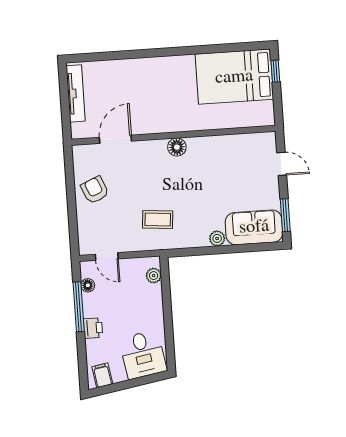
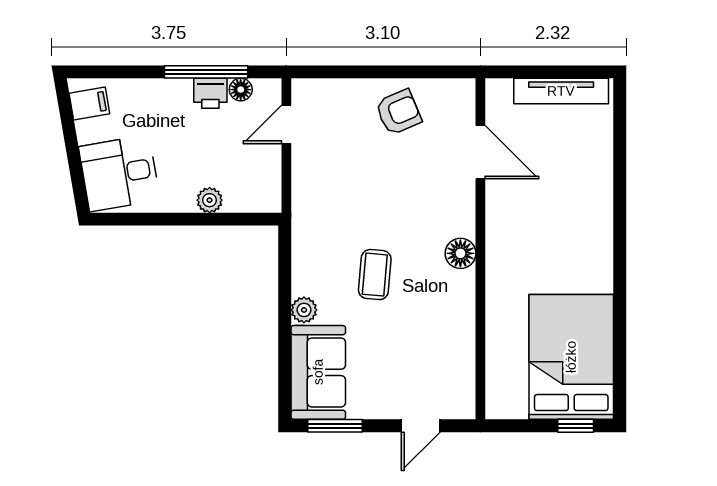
coffee table: (158, 219) -> (375, 275), moved
plant: (154, 276) -> (210, 200), moved
printer: (93, 328) -> (210, 93), moved

